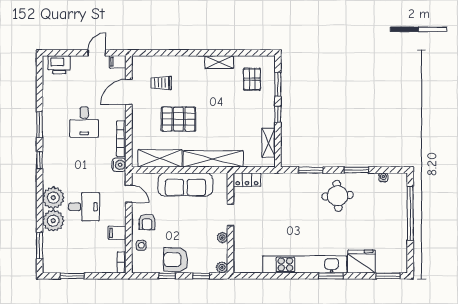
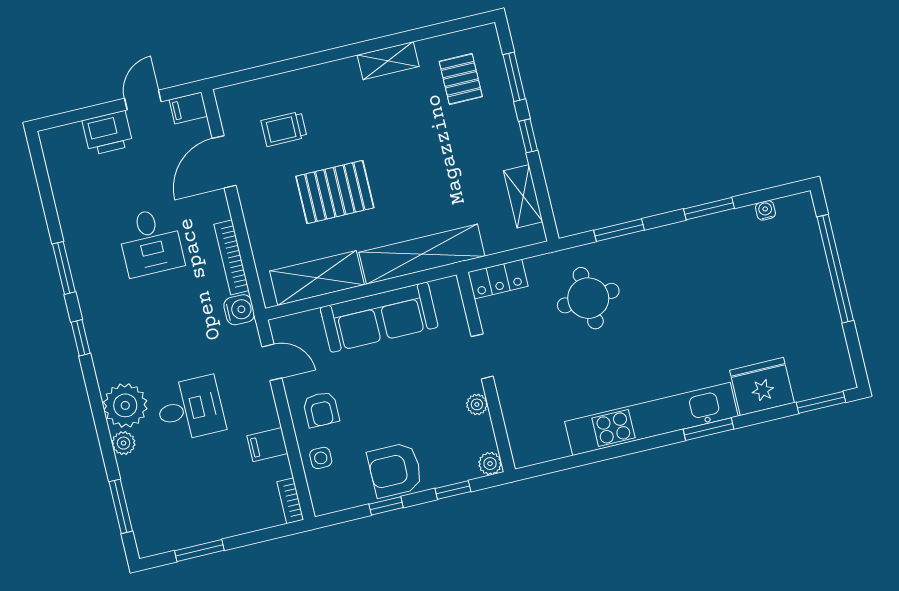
printer: (59, 65) -> (108, 133), moved
round table: (338, 196) -> (588, 298), moved
plant: (53, 221) -> (124, 443), width x0.53, depth x0.53

